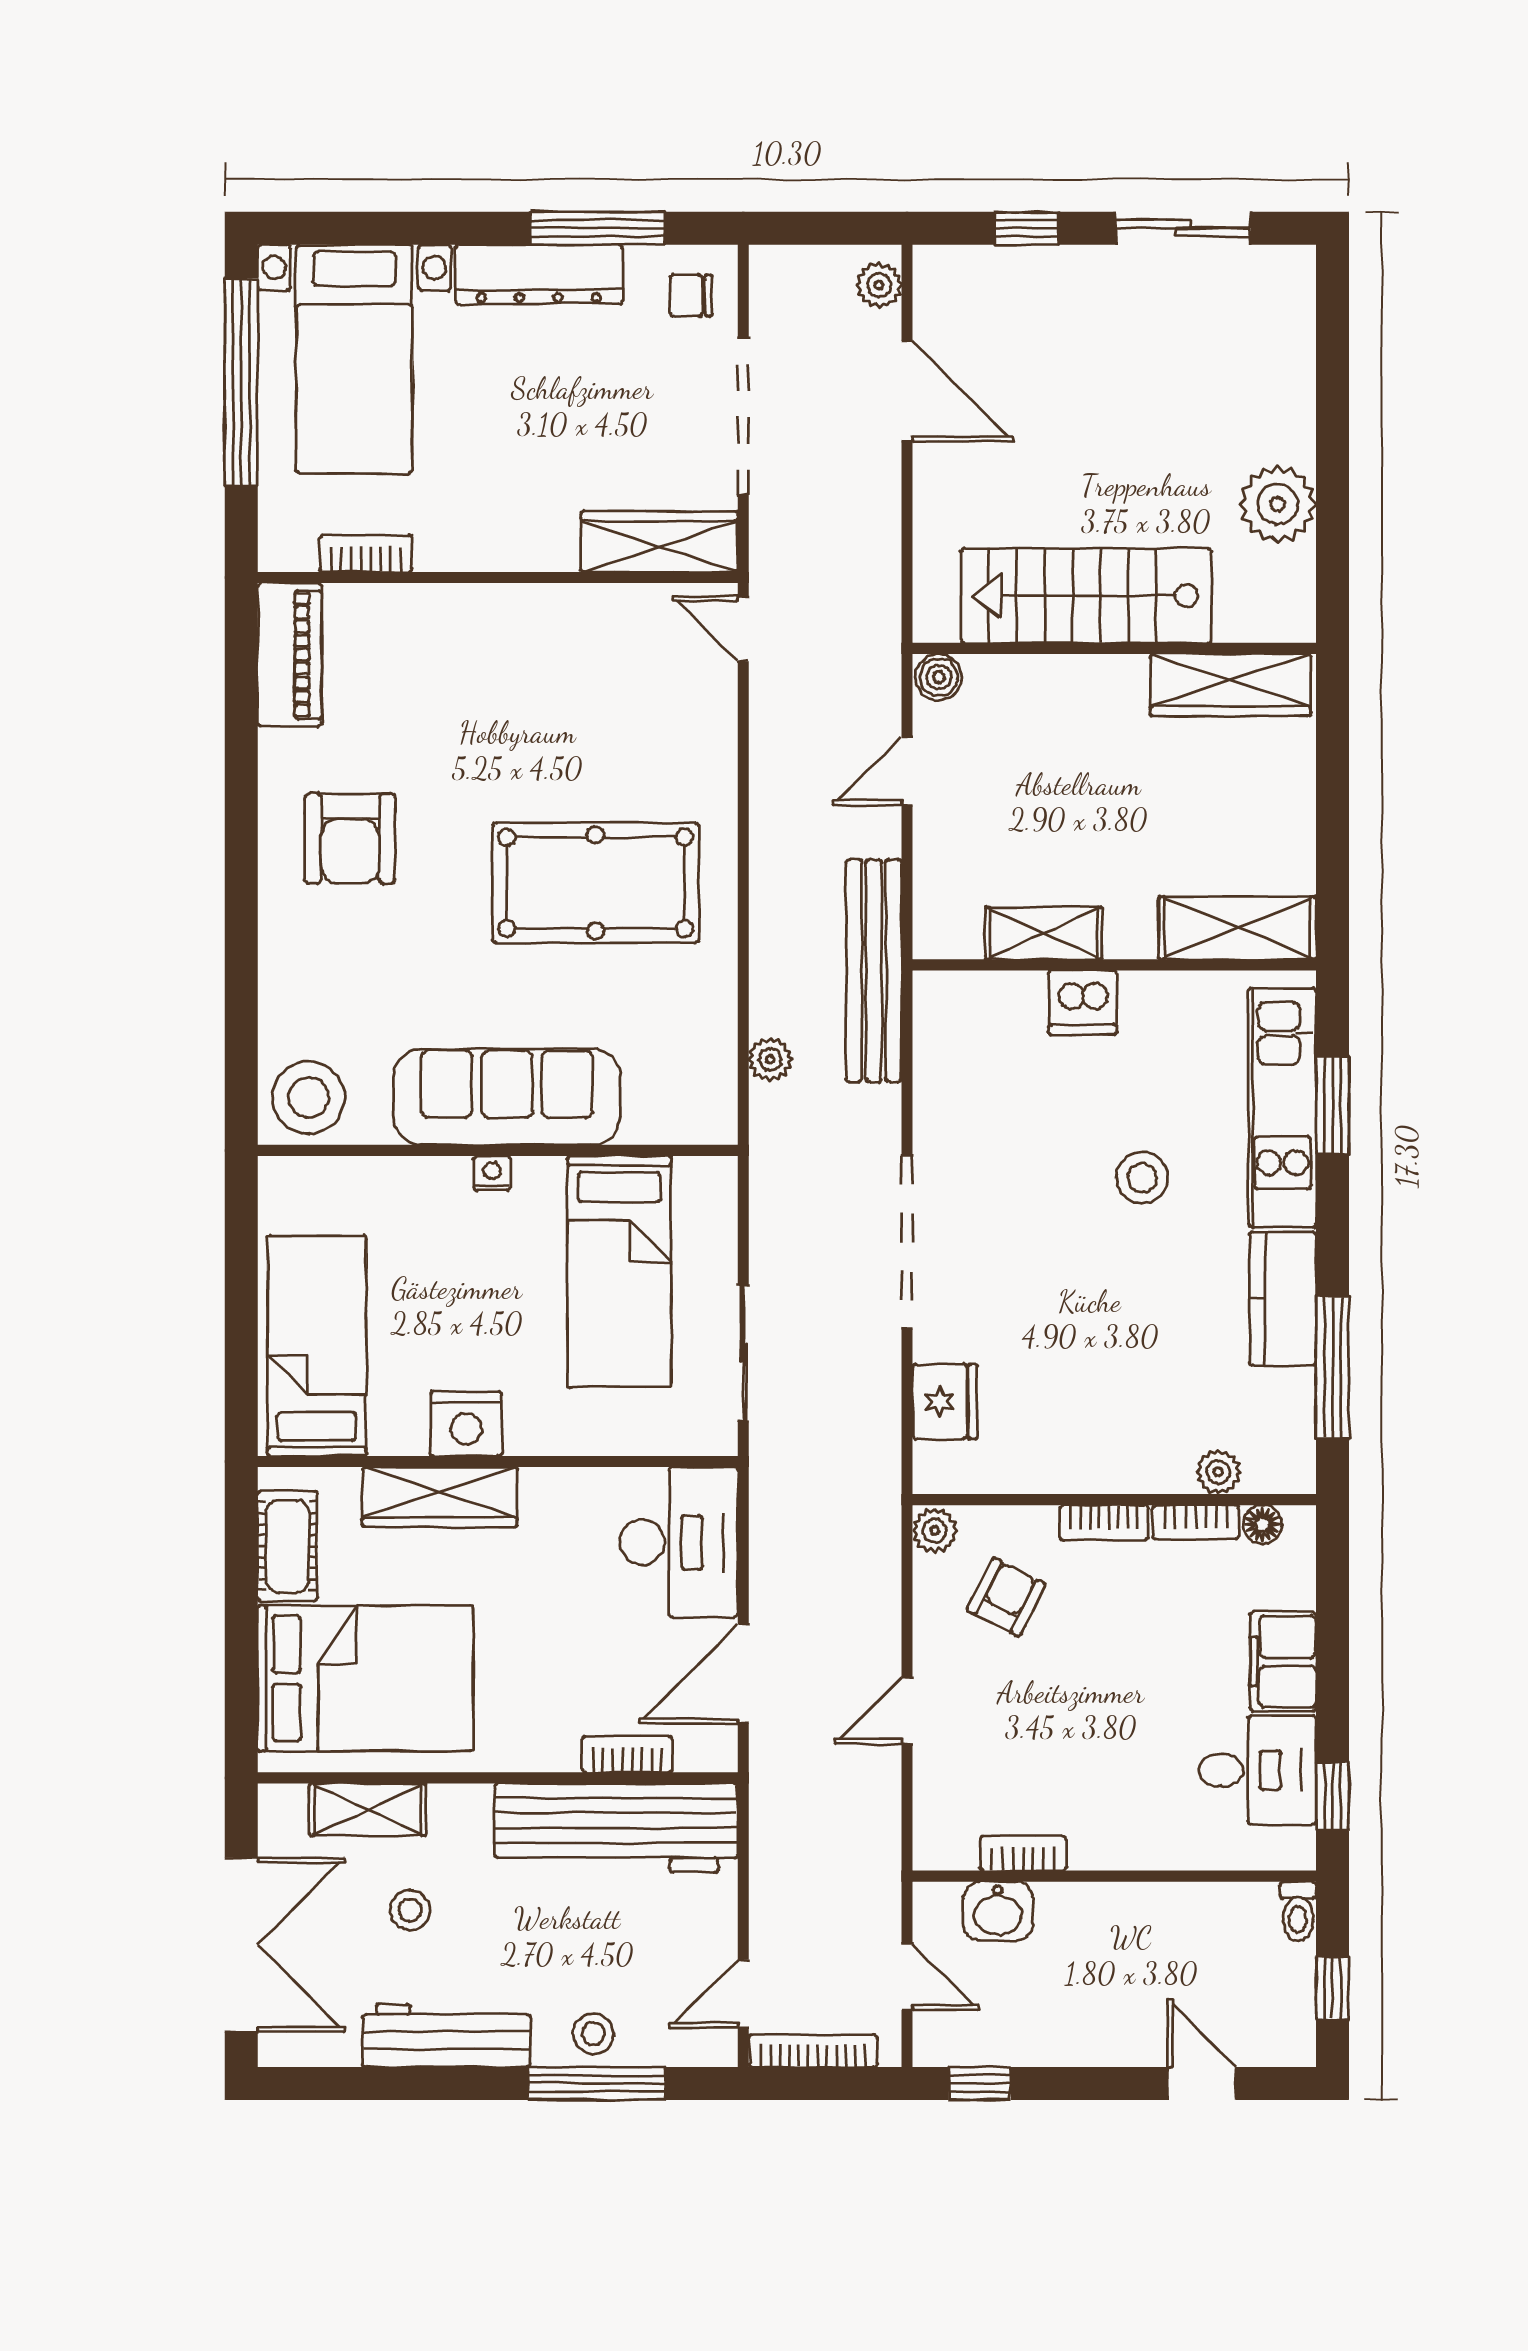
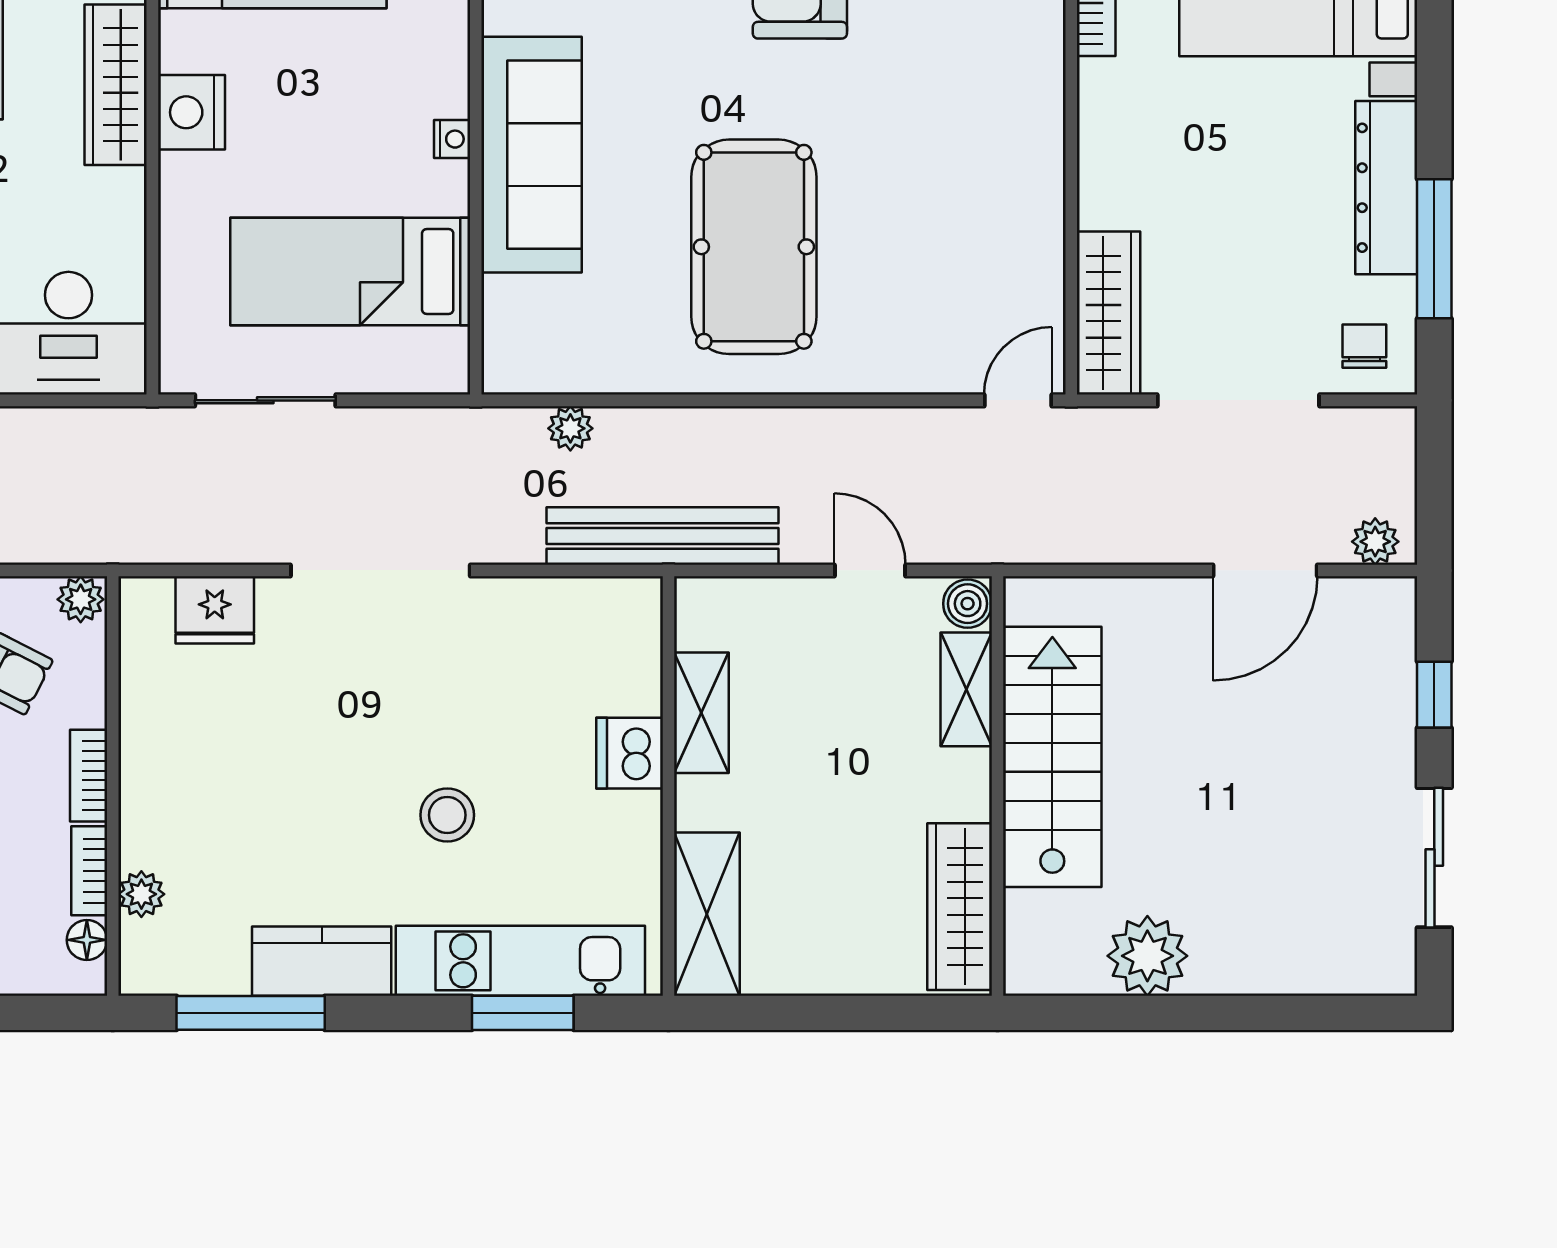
shelving: (1021, 679) -> (966, 689), added

